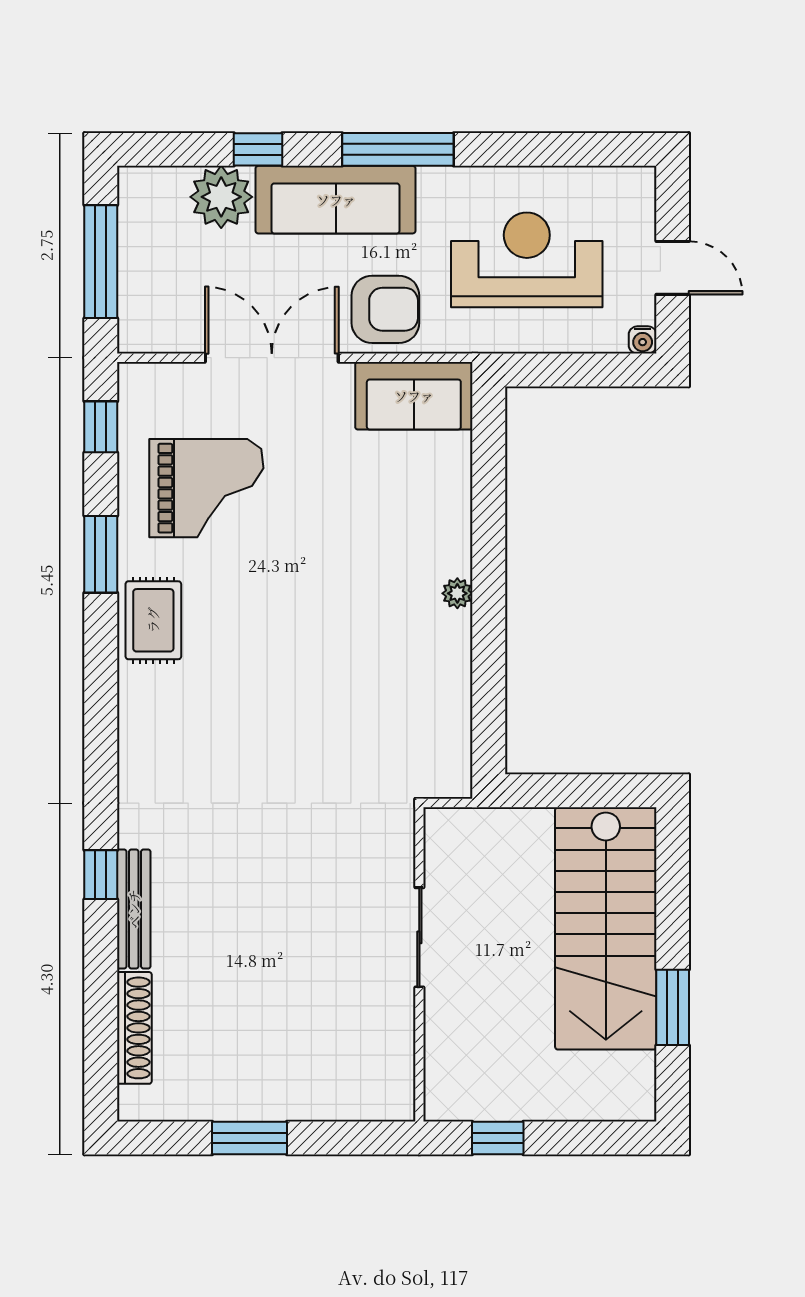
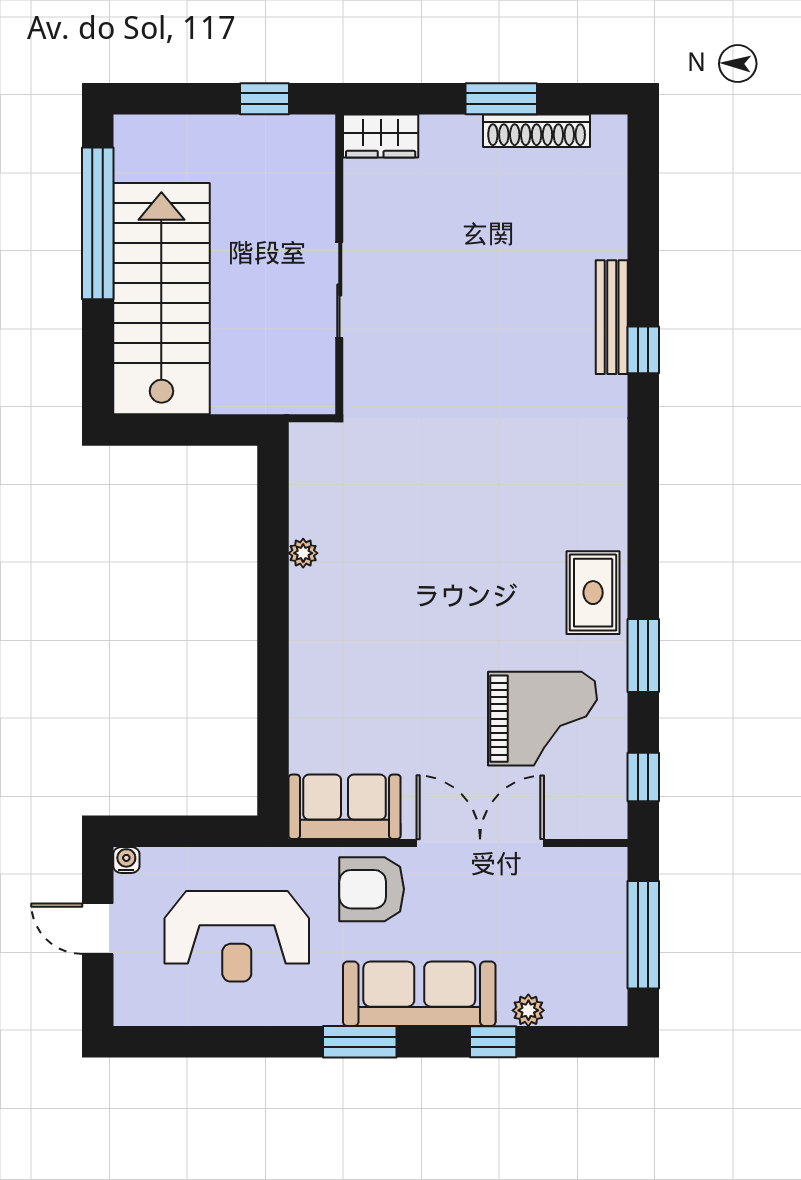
window: (398, 149) -> (360, 1042), width x0.69
plant: (221, 197) -> (528, 1010), width x0.53, depth x0.53
double door: (272, 358) -> (480, 843), swing flipped
grand piano: (206, 488) -> (542, 719), turned 180
plant: (457, 593) -> (303, 553), moved
window: (673, 1007) -> (98, 223), width x2.11
shoe rack: (134, 1028) -> (537, 131), moved, turned -90
wardrobe: (376, 1099) -> (381, 136), added

